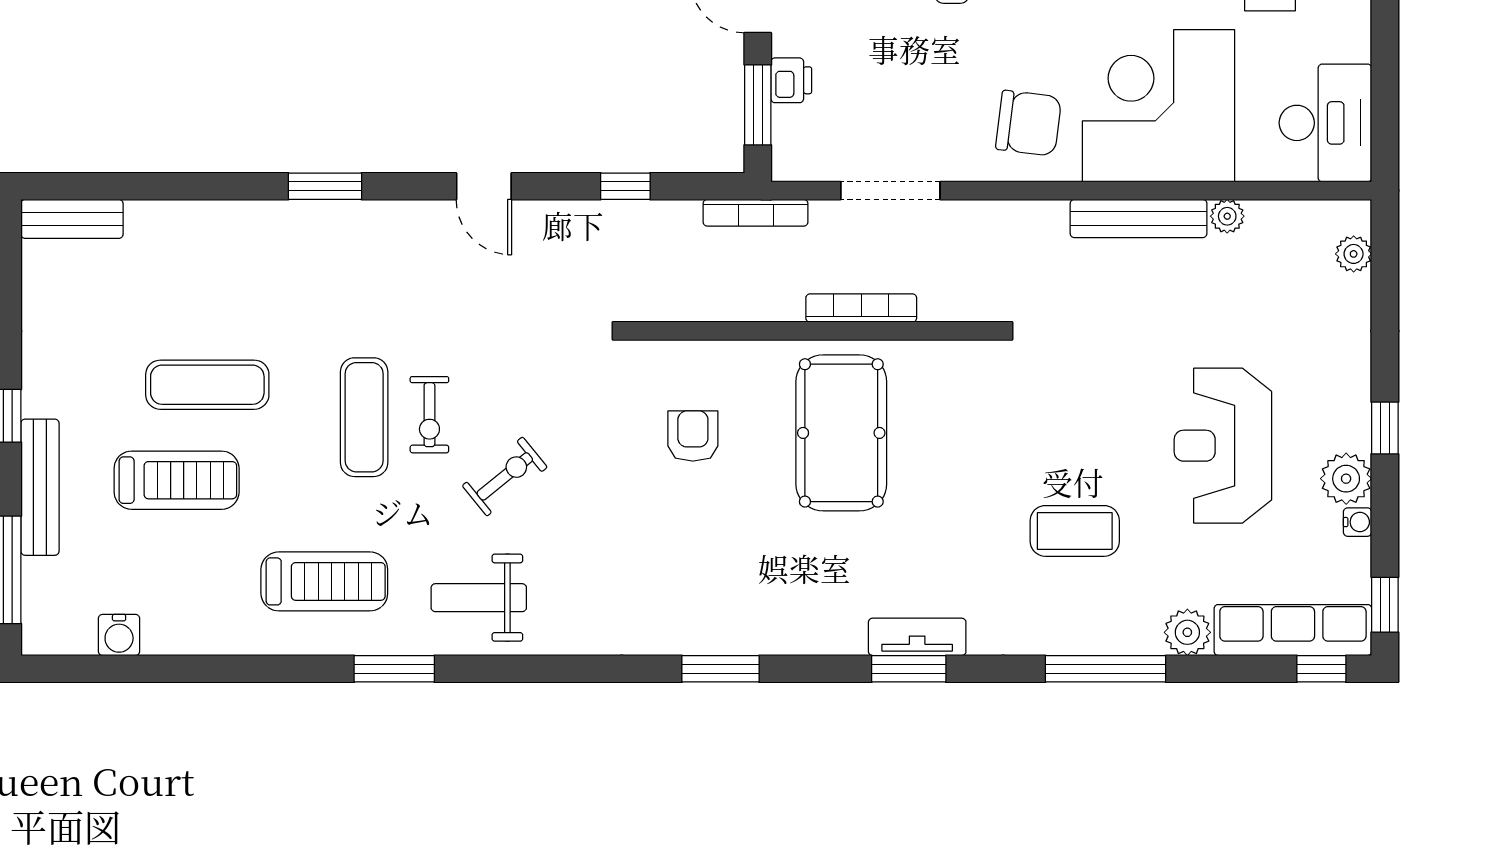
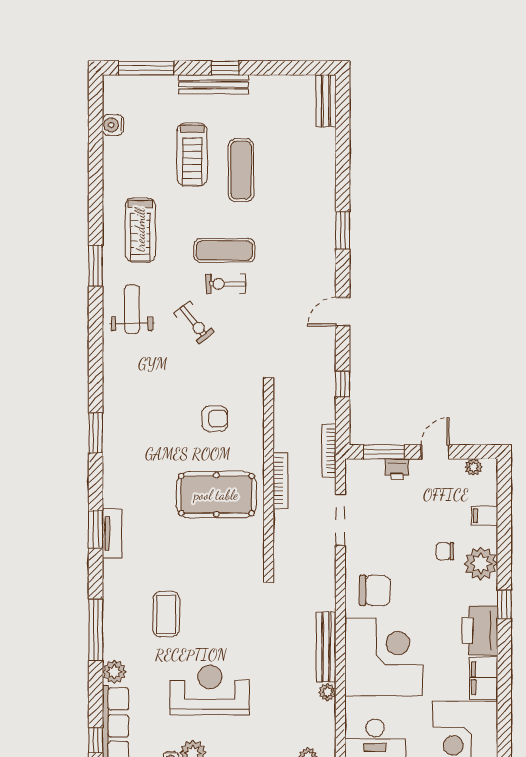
chair: (1029, 123) -> (375, 590), turned -96
bookcase: (861, 308) -> (280, 481), moved
bench: (40, 487) -> (213, 84), moved

